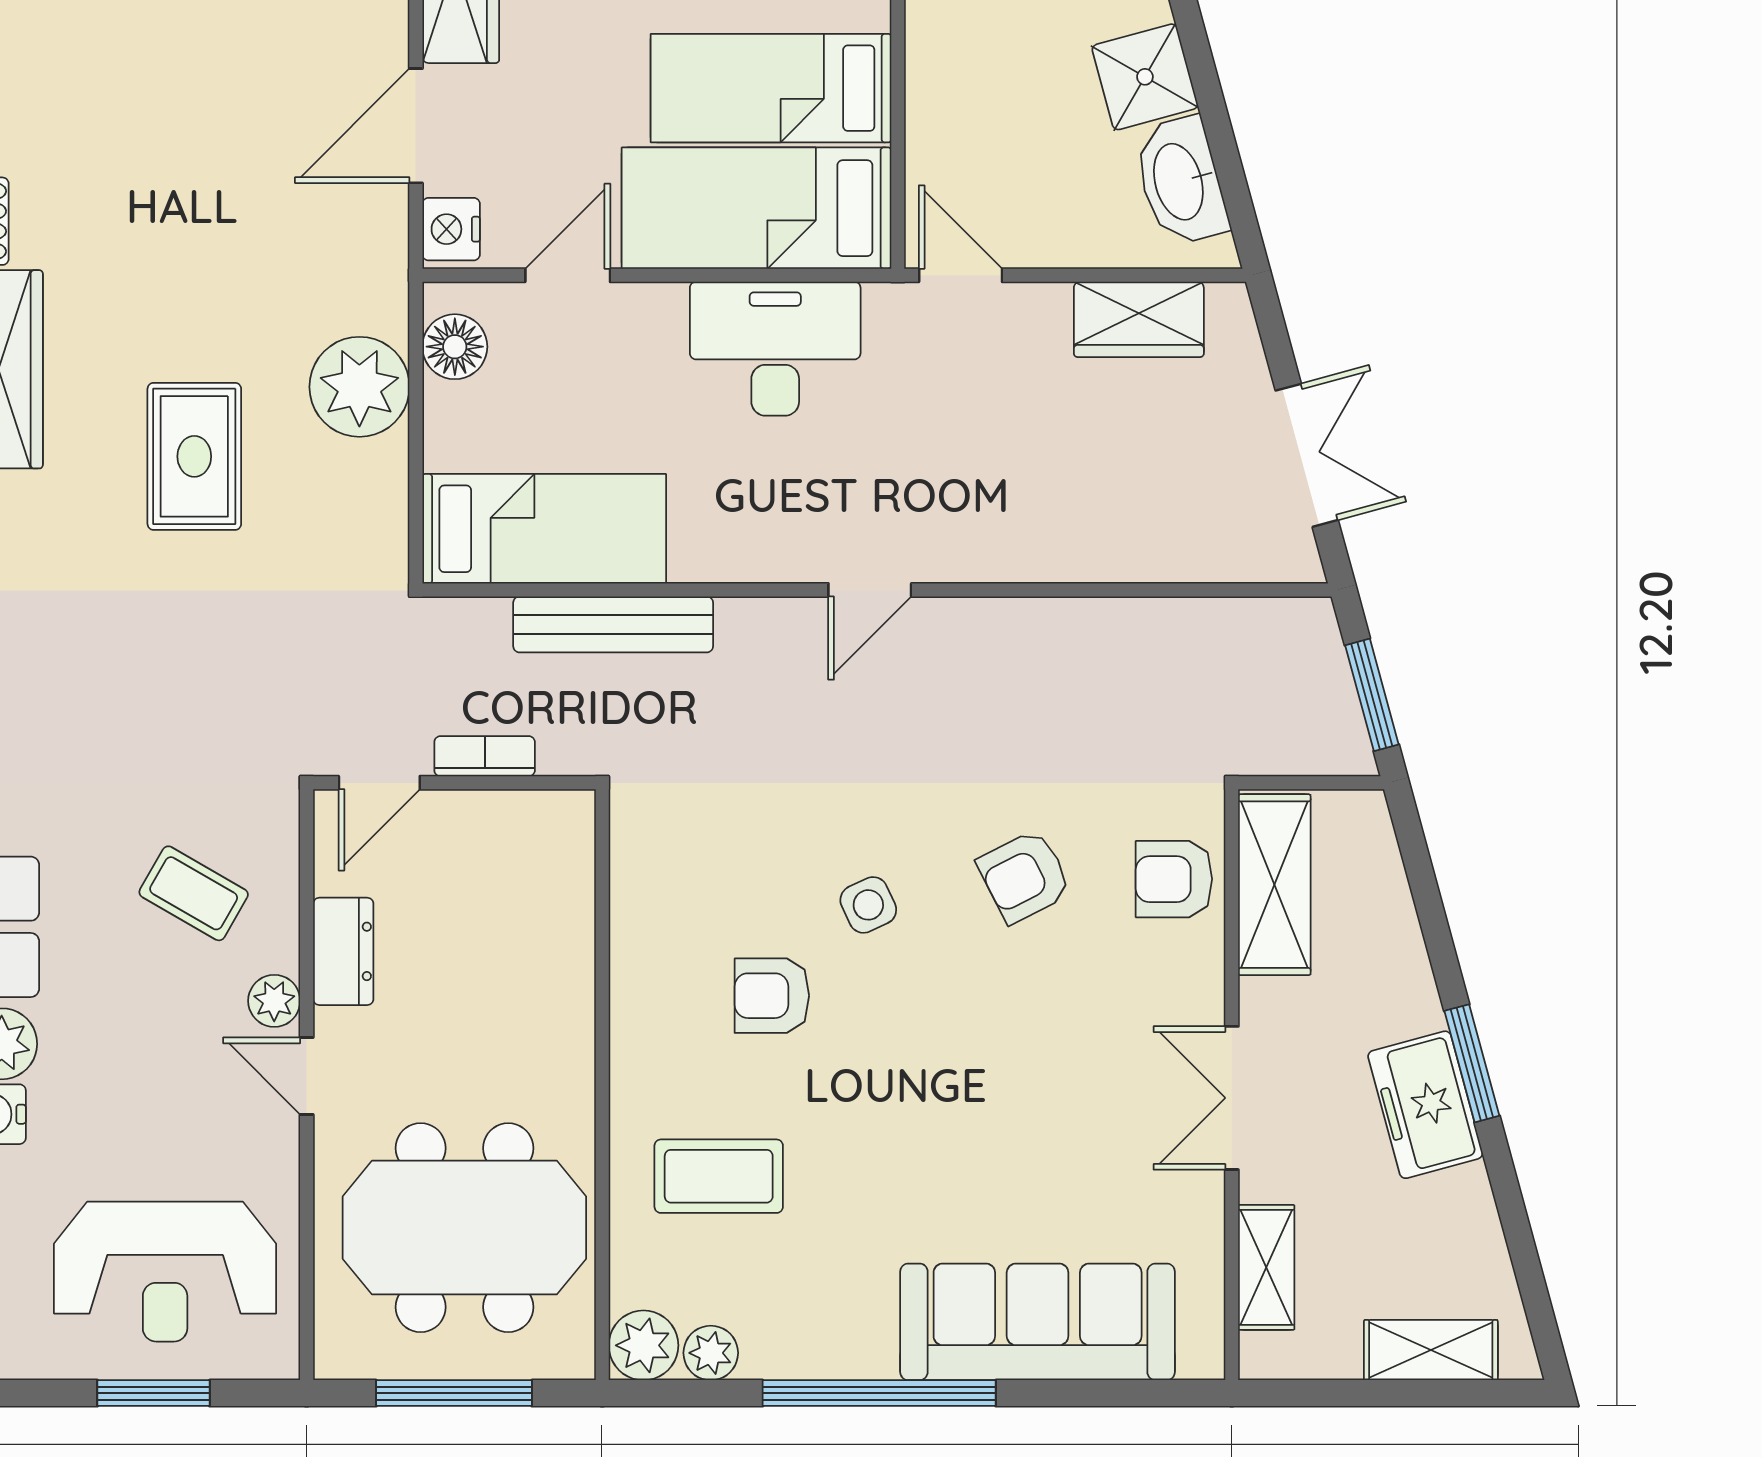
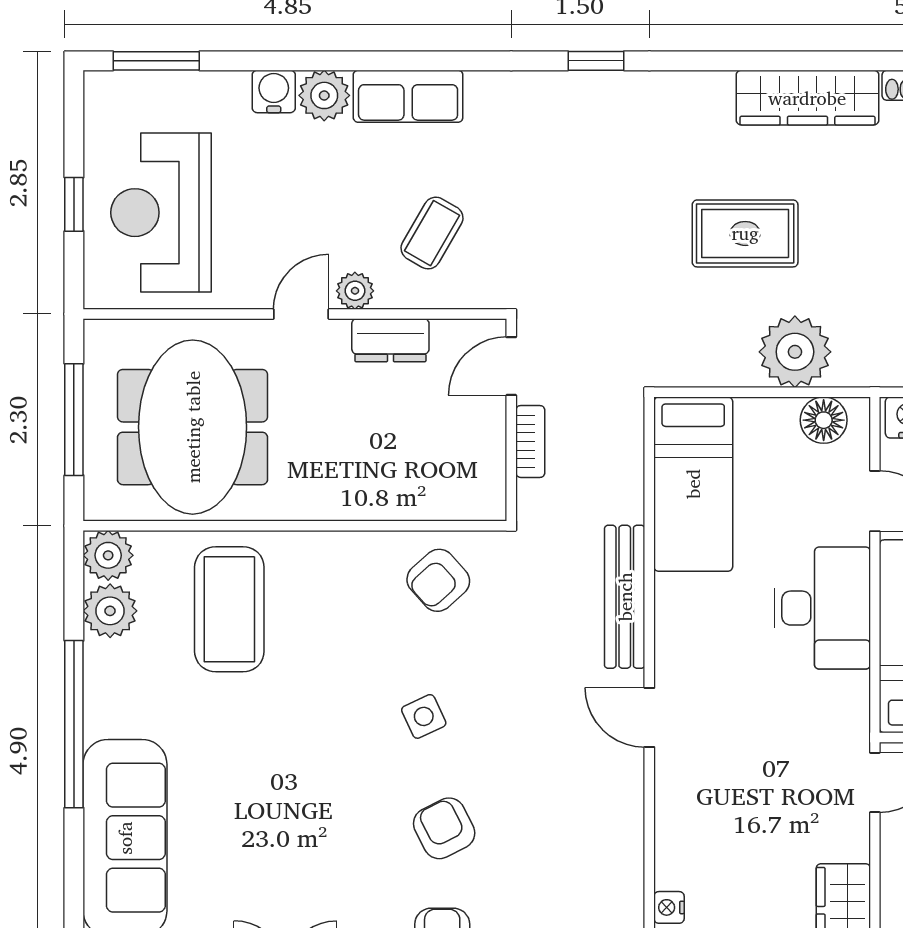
desk: (775, 349) -> (822, 608), moved
nightstand: (1135, 563) -> (669, 907), added
bench: (613, 624) -> (625, 597), moved
door: (379, 783) -> (511, 366), hinge flipped
armchair: (772, 996) -> (438, 580), moved, turned -132
coffee table: (719, 1176) -> (229, 609), width x1.36, depth x1.32
plant: (711, 1353) -> (110, 611), width x1.38, depth x1.38
window: (154, 1393) -> (74, 204), width x0.67

